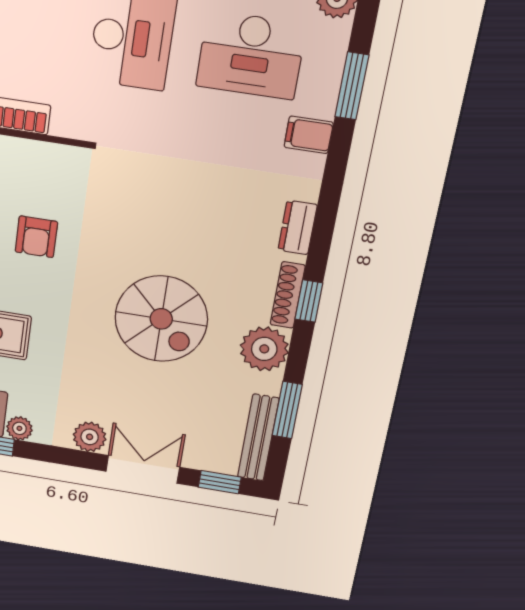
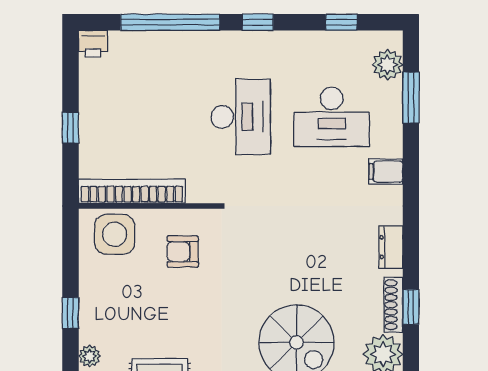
window: (352, 86) -> (411, 98), moved
armchair: (36, 237) -> (183, 252), moved, turned 90

